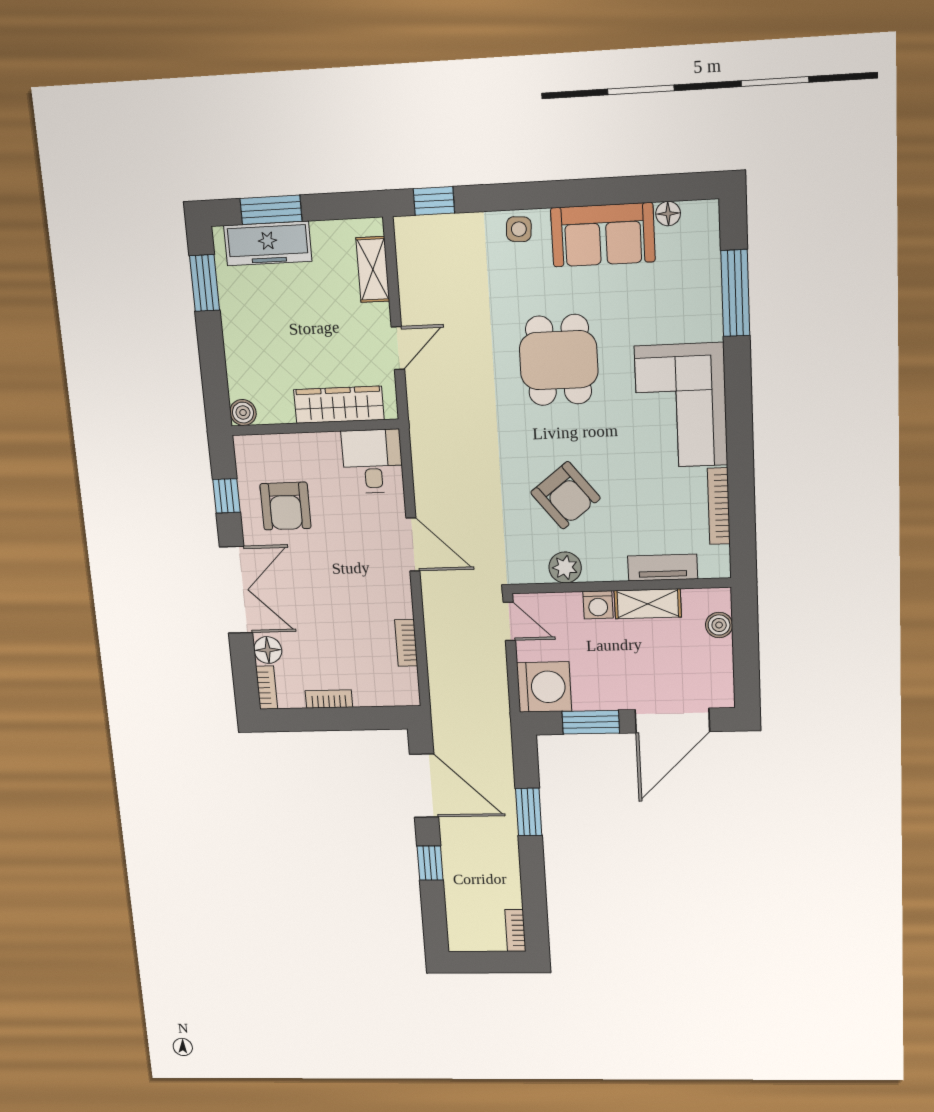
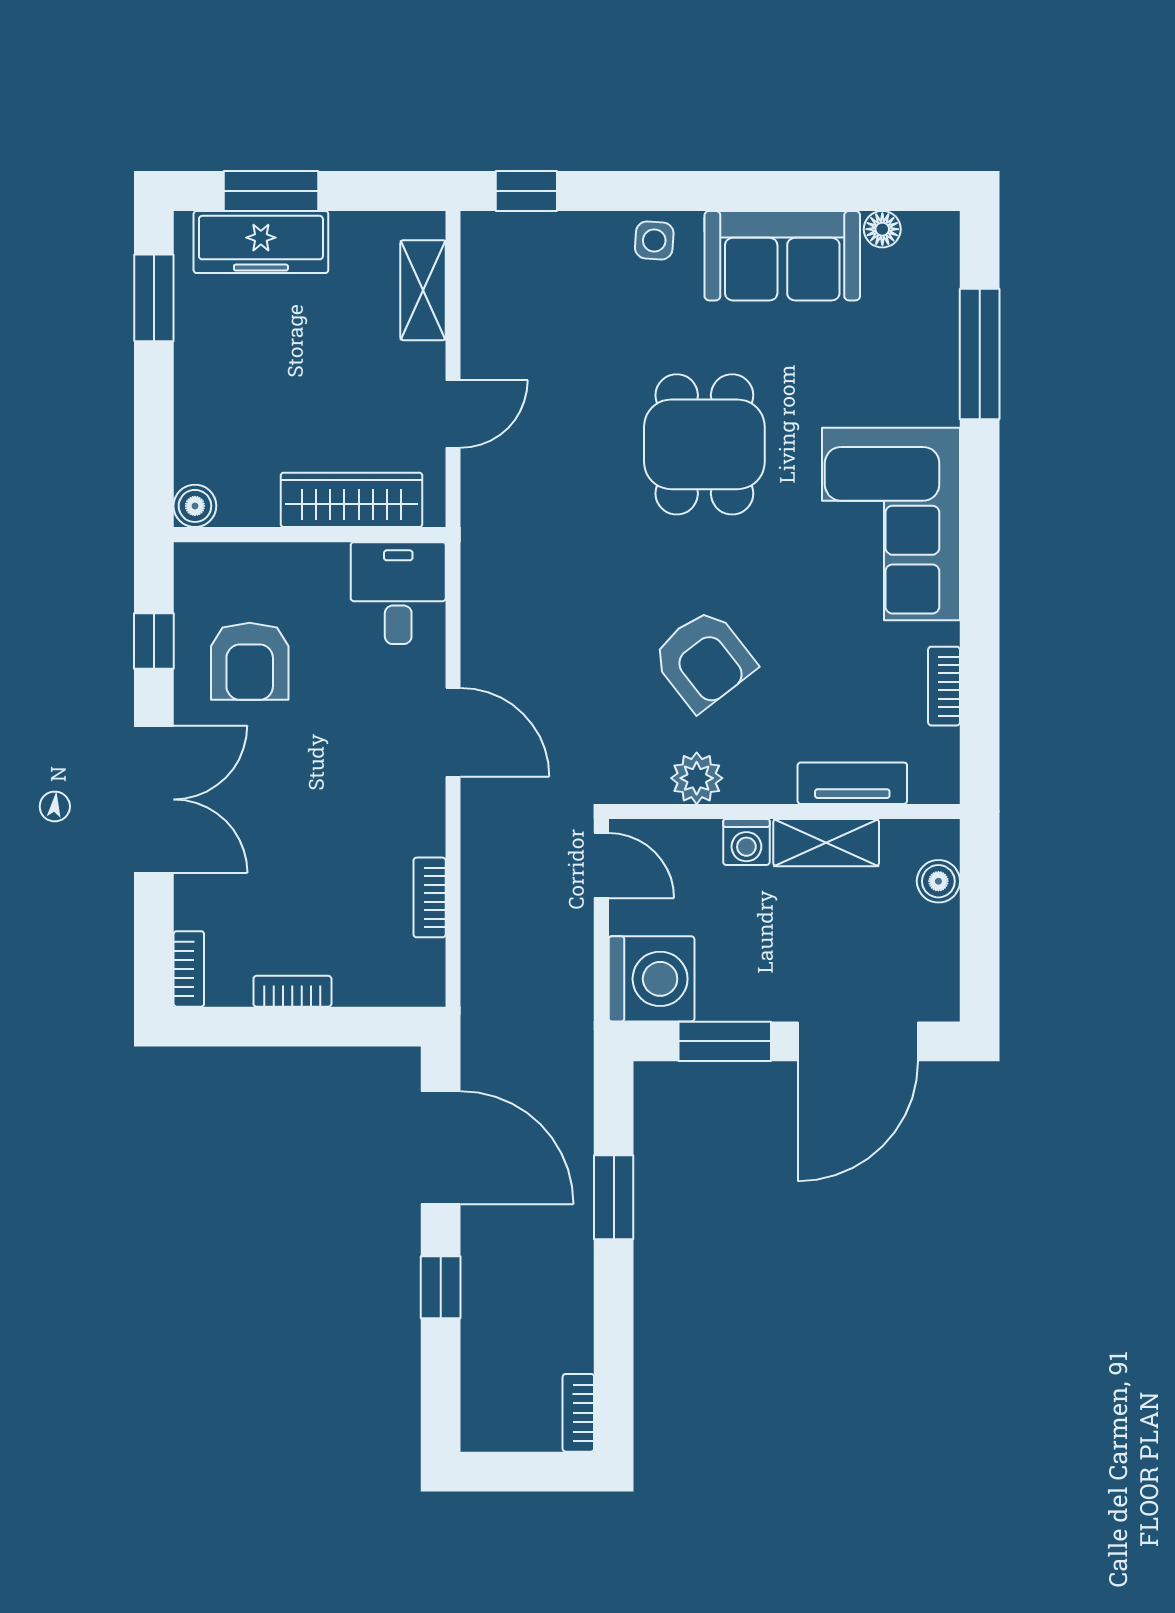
bookcase: (719, 506) -> (944, 686), width x0.64
floor lamp: (268, 650) -> (197, 904), removed

